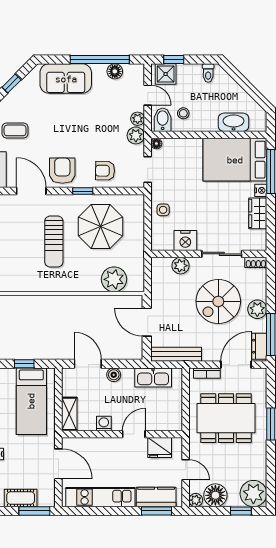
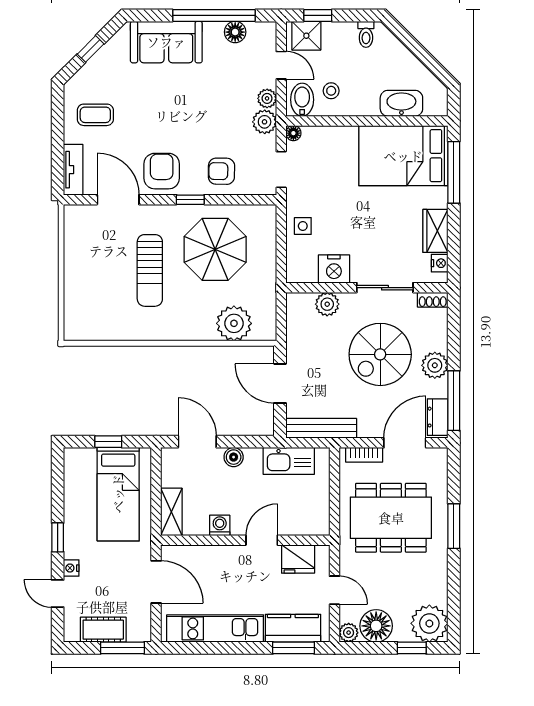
nightstand: (261, 190) -> (440, 263), moved

